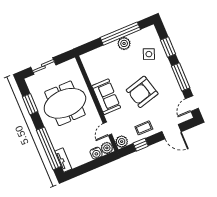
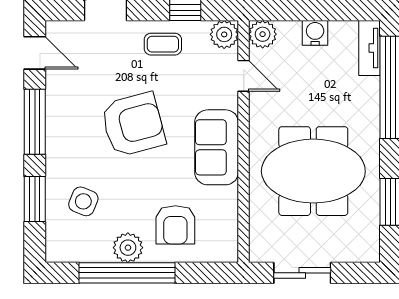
armchair: (109, 60) -> (175, 225), added
sliding door: (43, 66) -> (302, 273), moved
door: (192, 104) -> (35, 53), hinge flipped
door: (107, 129) -> (244, 76), hinge flipped
water cooler: (96, 153) -> (315, 33), moved

